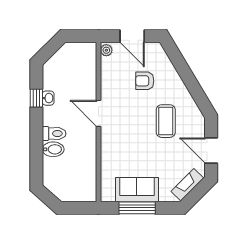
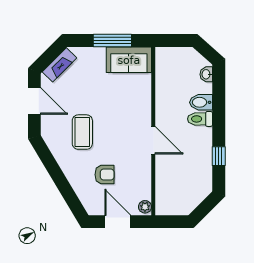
washbasin: (48, 98) -> (206, 74), moved
sofa: (137, 190) -> (129, 60), moved

